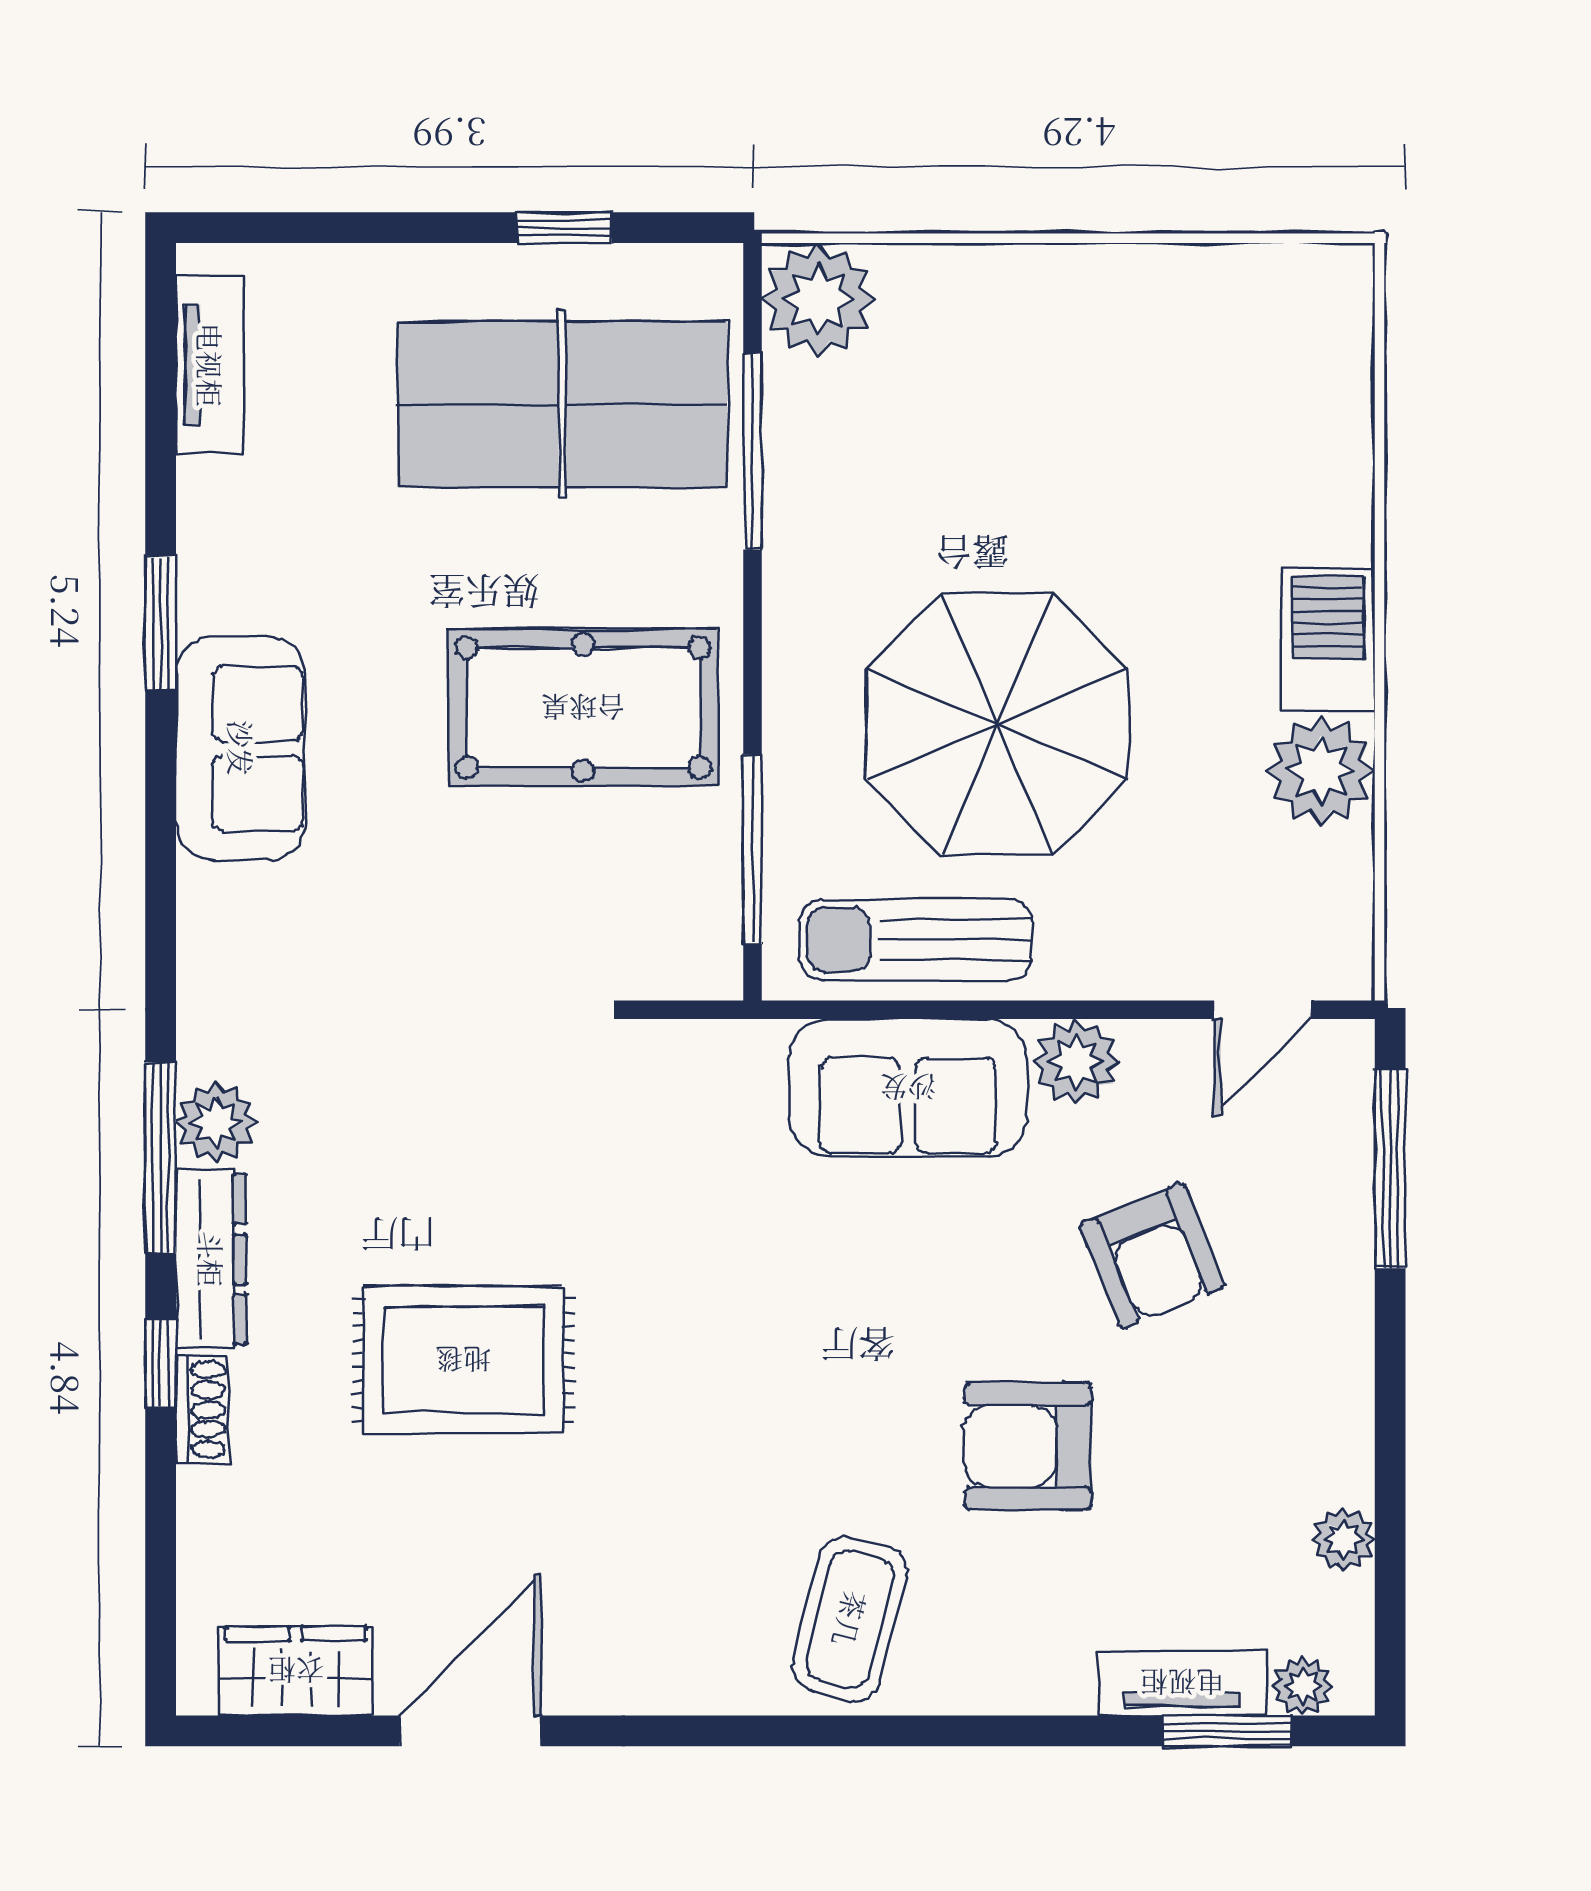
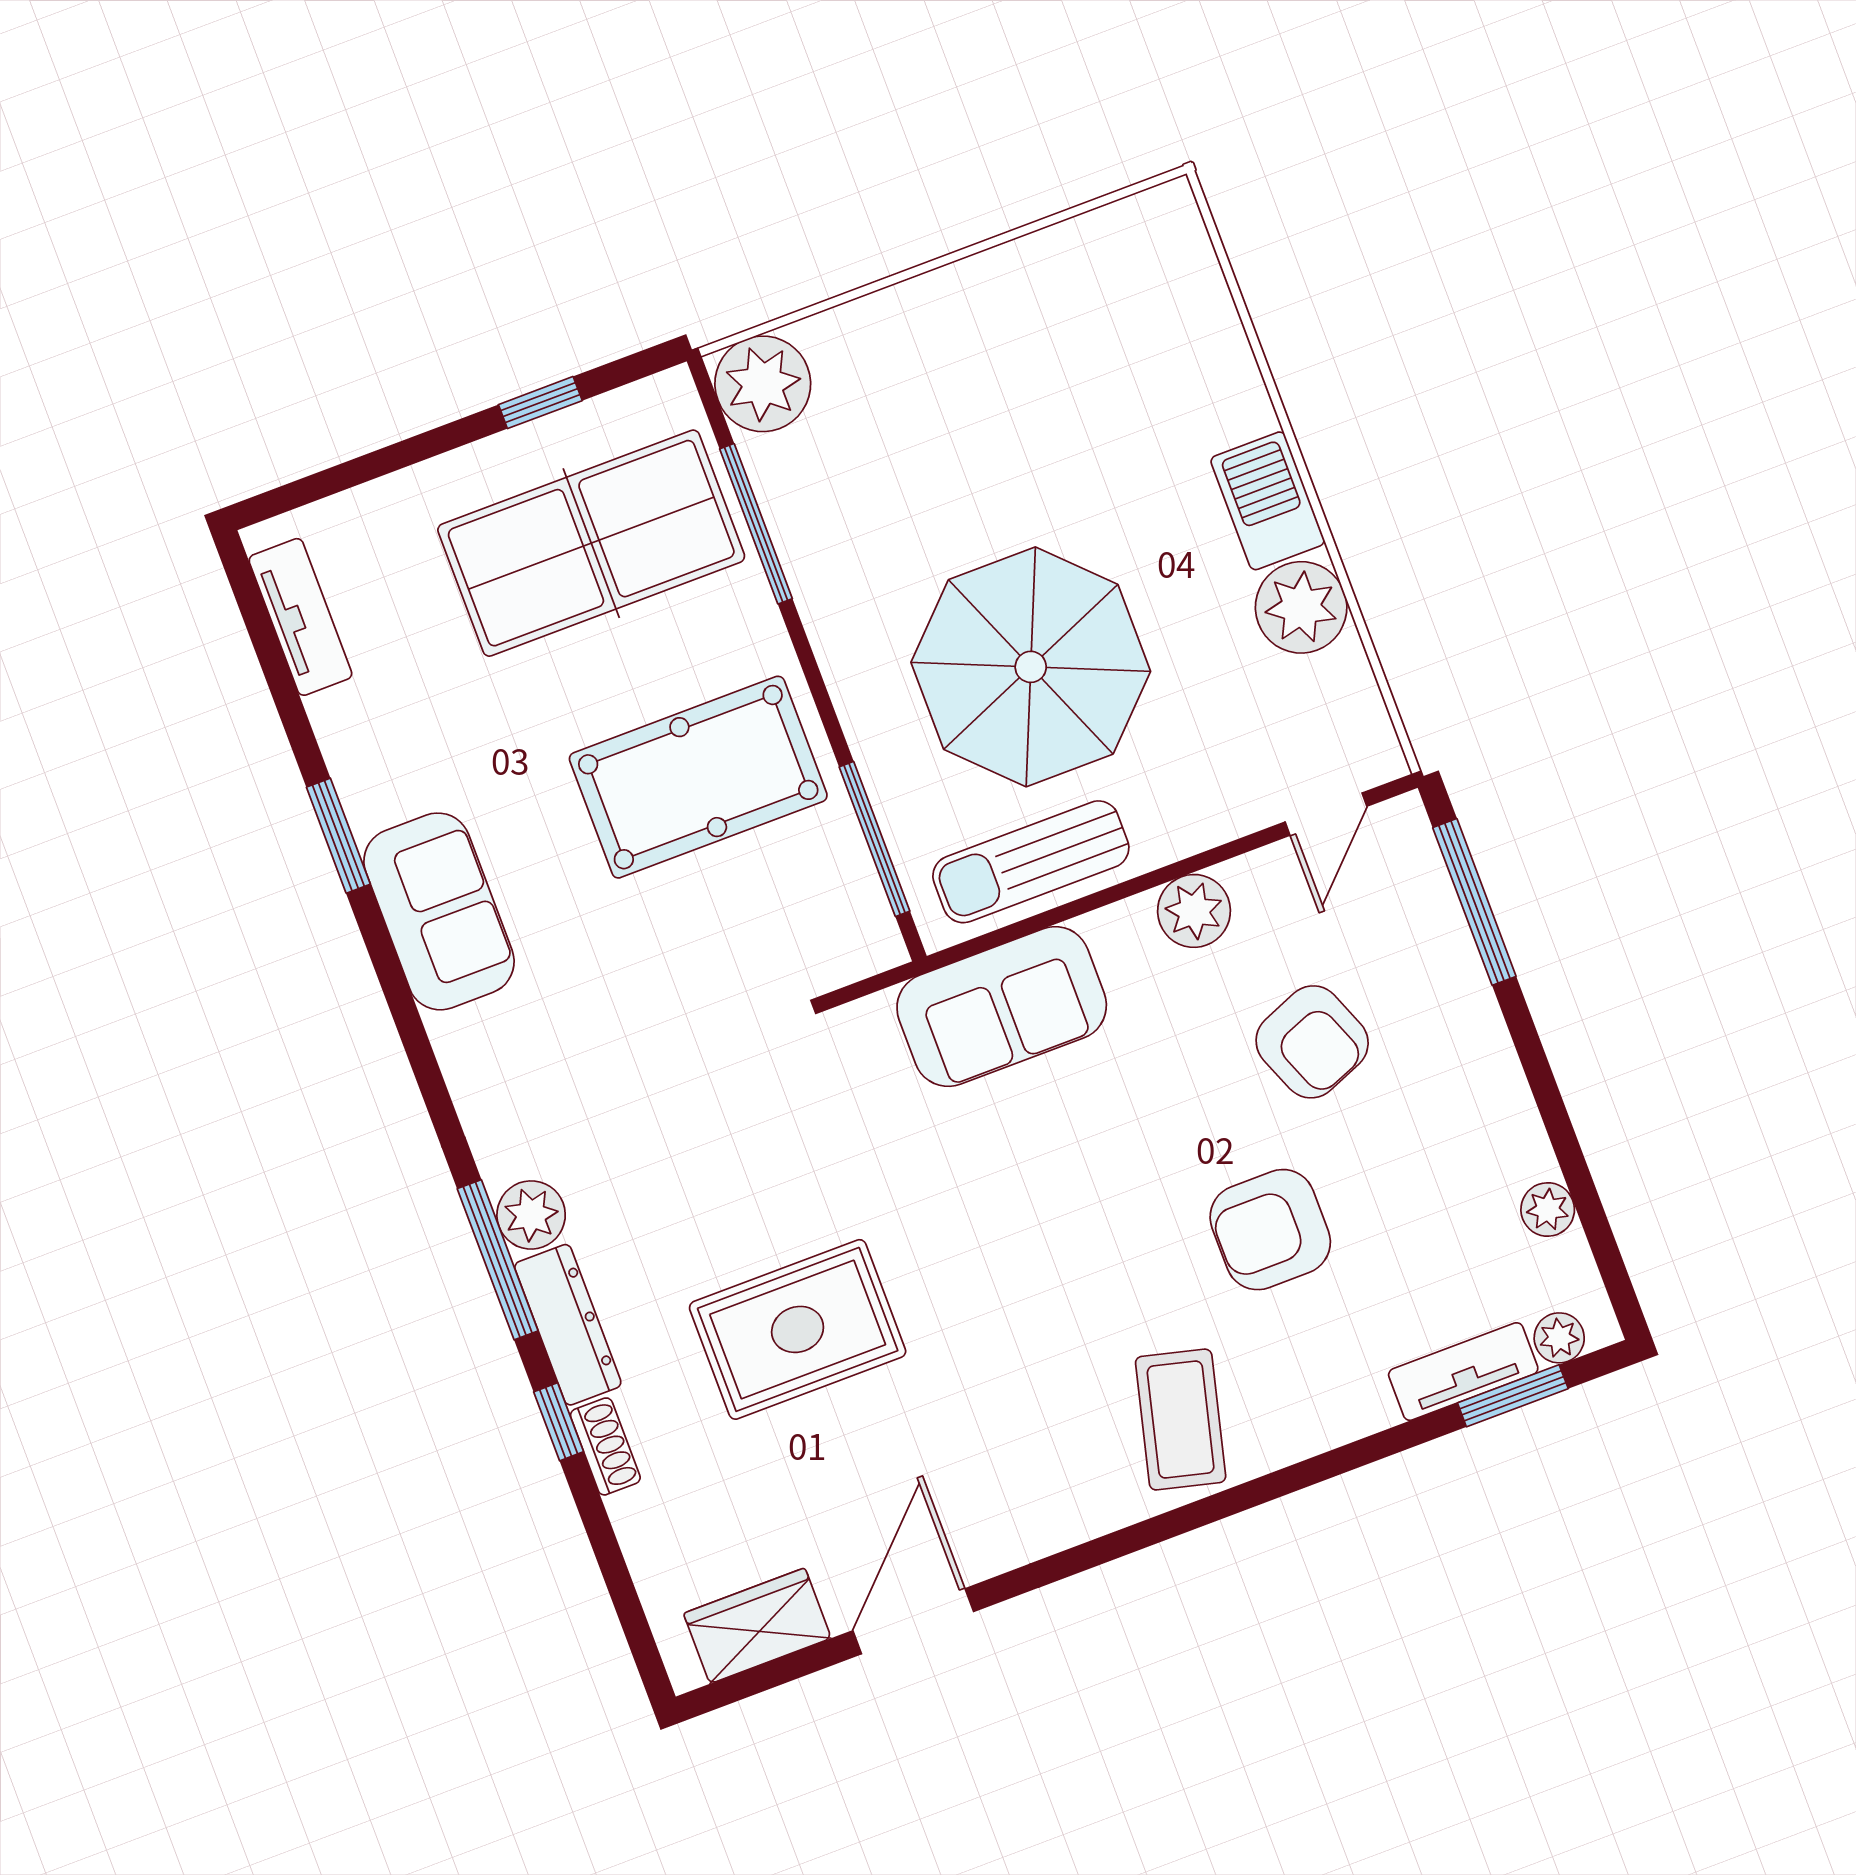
sofa: (908, 1088) -> (1002, 1007), moved

